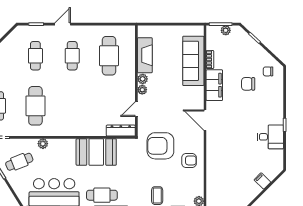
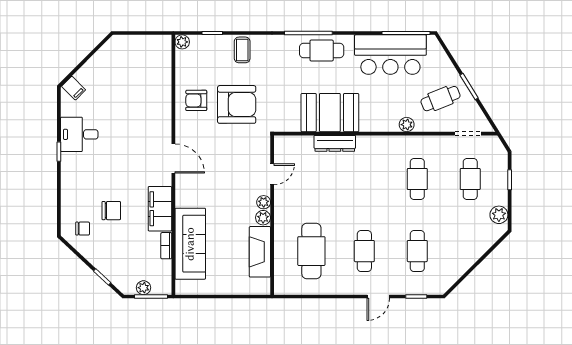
cafe table: (35, 106) -> (417, 179), width x0.73, depth x0.74
dresser: (121, 131) -> (335, 143), moved
armchair: (160, 146) -> (237, 104), moved
filing cabinet: (262, 181) -> (74, 88), moved

